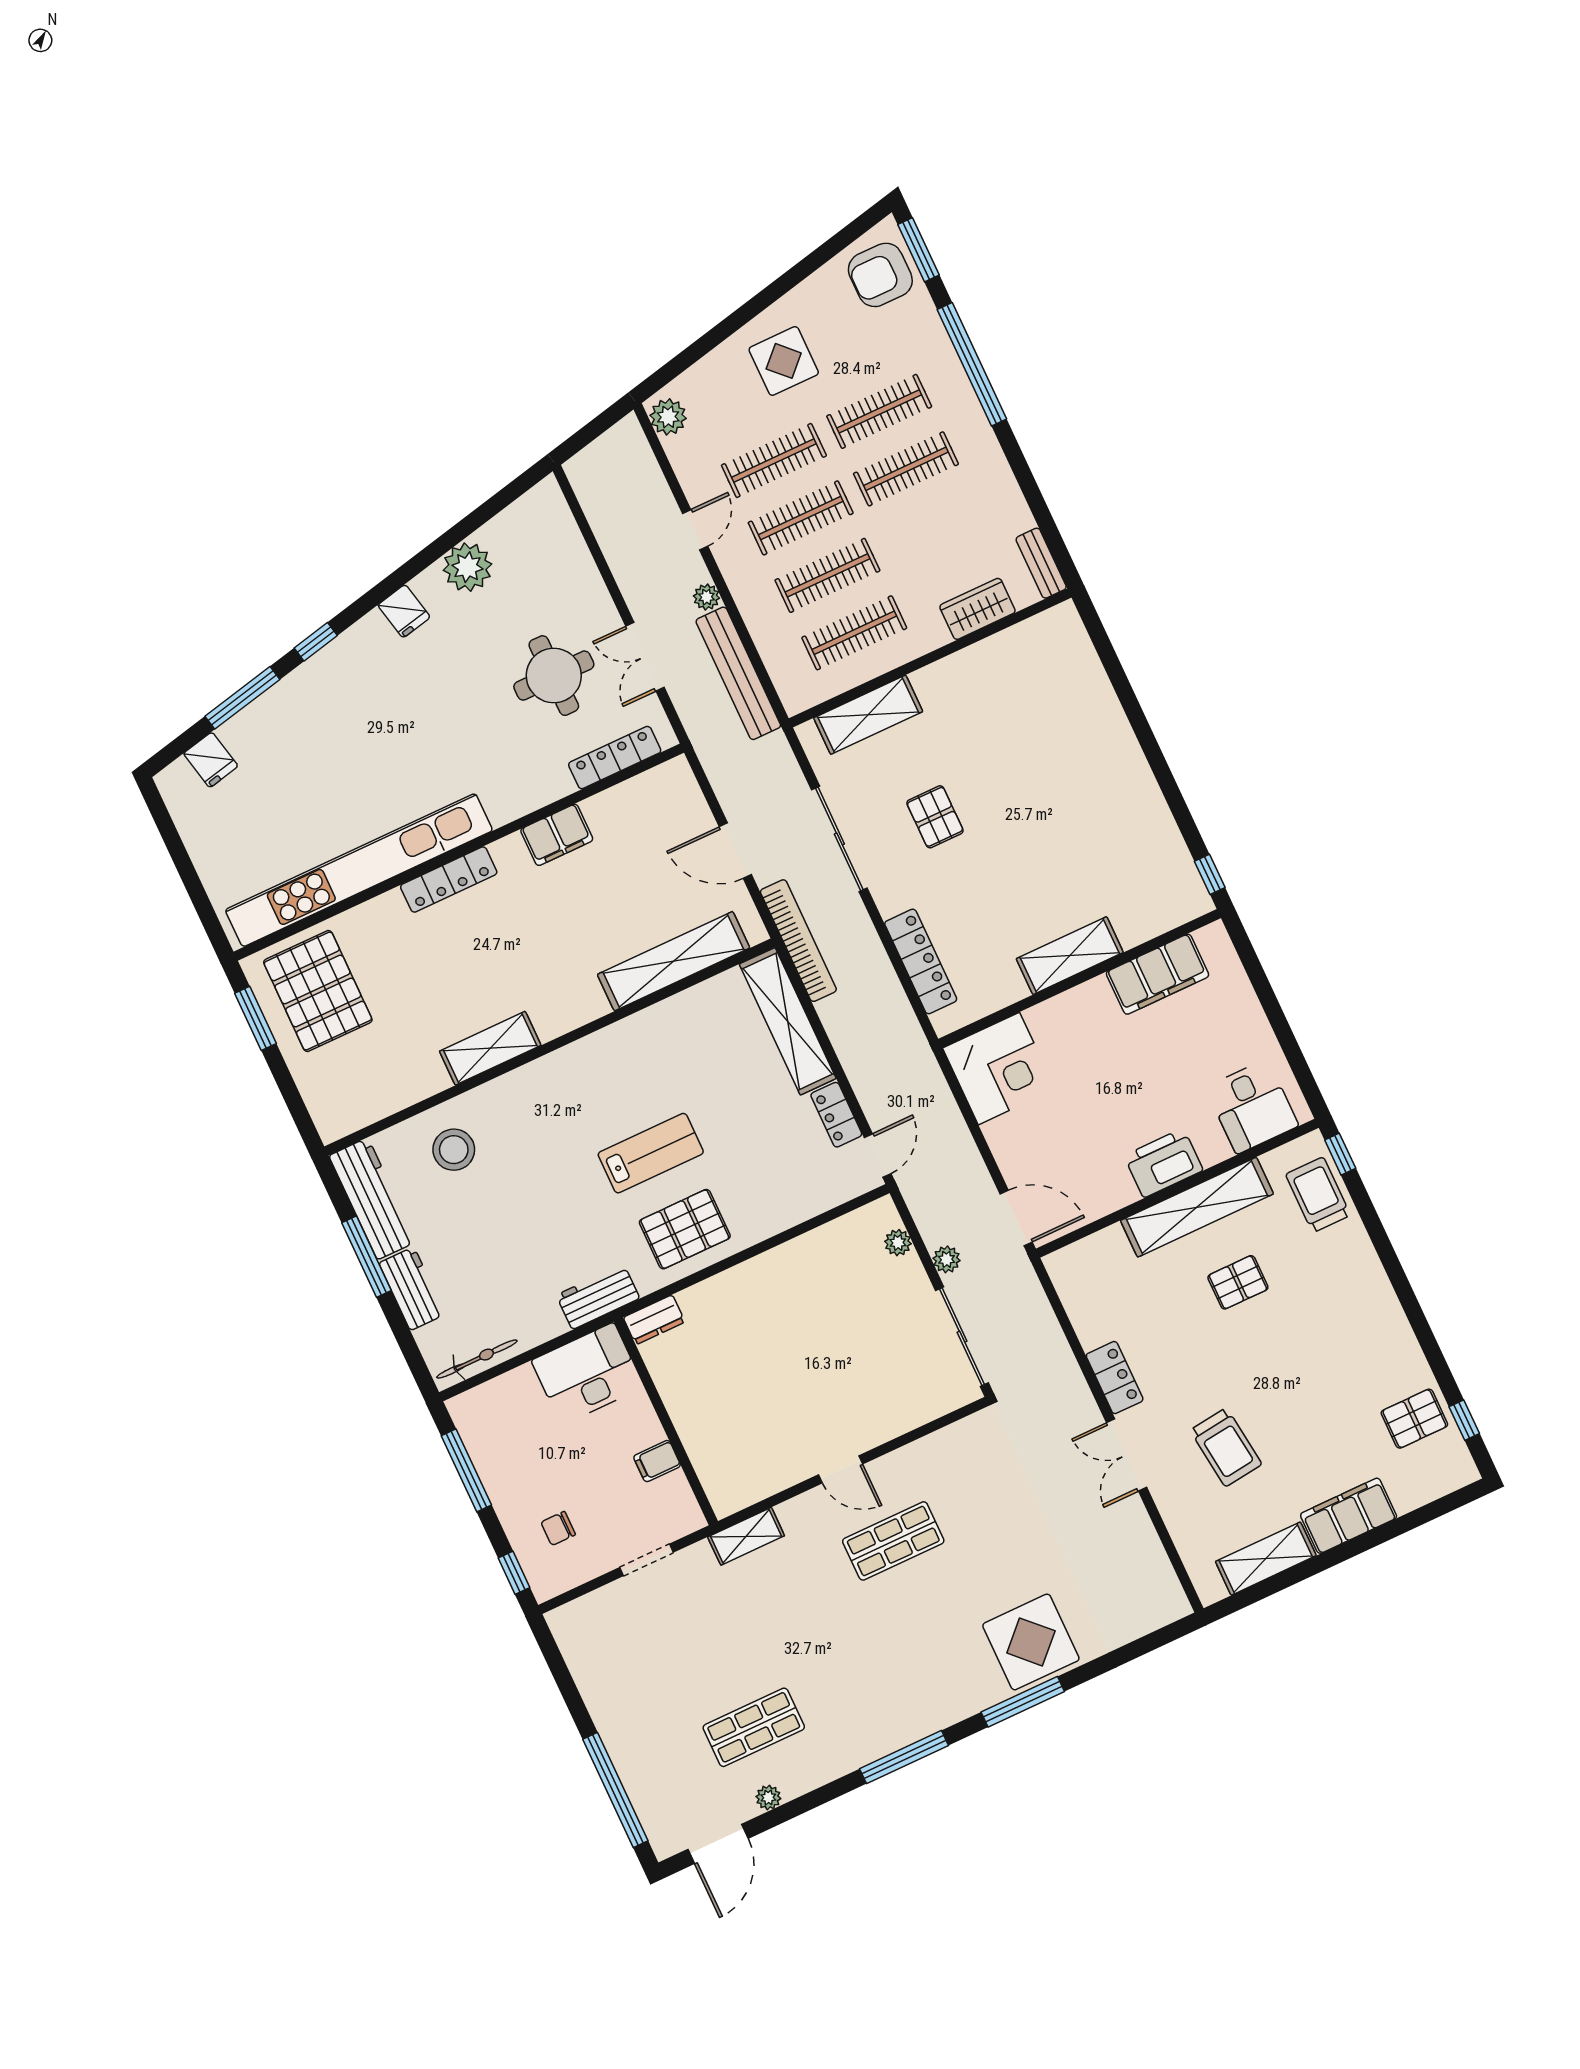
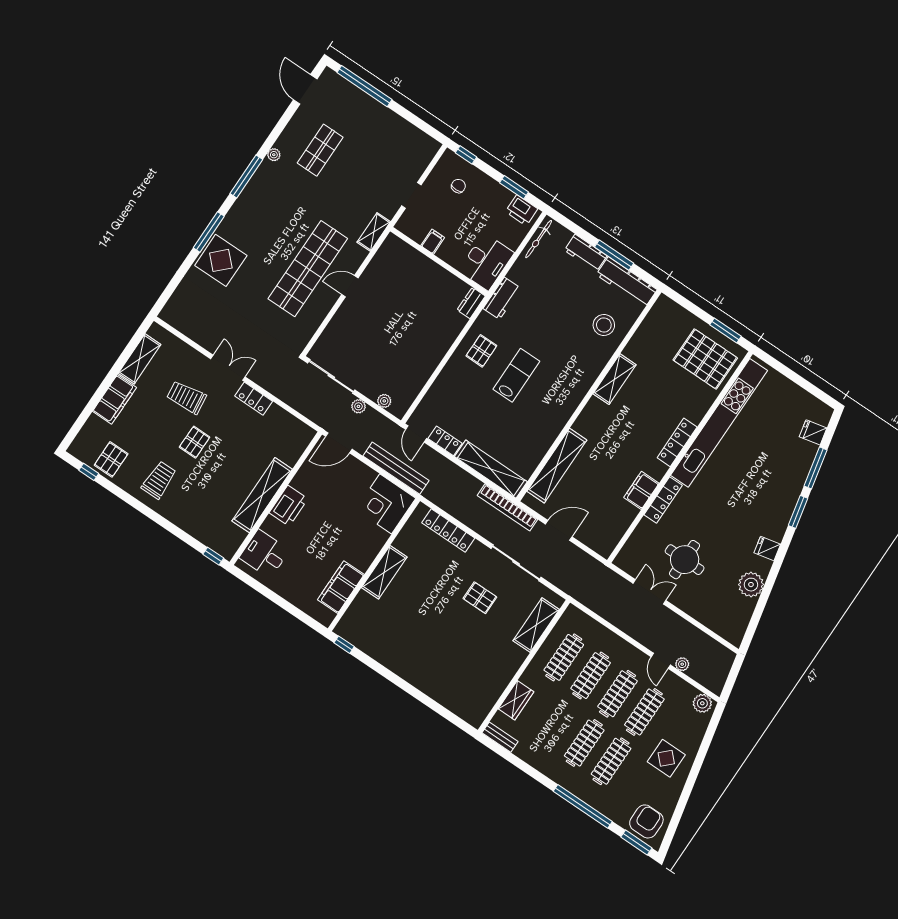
plant: (707, 597) -> (682, 664), moved
window: (316, 642) -> (798, 512), width x1.50
bench: (738, 673) -> (396, 468), moved
locker: (615, 758) -> (663, 500), moved
lab bench: (651, 1153) -> (516, 375), turned 180
trolley: (1318, 1195) -> (159, 480), moved, turned -90
pallet: (685, 1229) -> (481, 351), width x0.67, depth x0.71
pallet: (1238, 1282) -> (195, 442), moved
printer: (477, 1424) -> (522, 210), added
window: (466, 1470) -> (514, 187), width x0.69
shop shelf: (893, 1541) -> (308, 269), width x2.00, depth x1.36
plant: (768, 1798) -> (274, 155), moved

